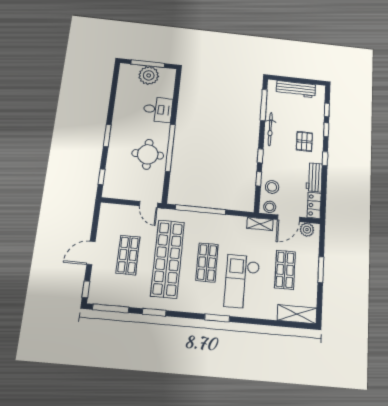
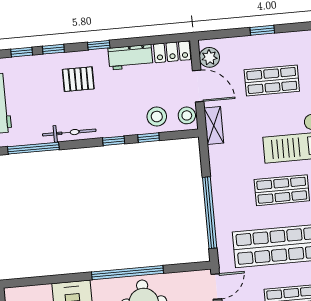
window: (321, 270) -> (262, 30), width x0.67

